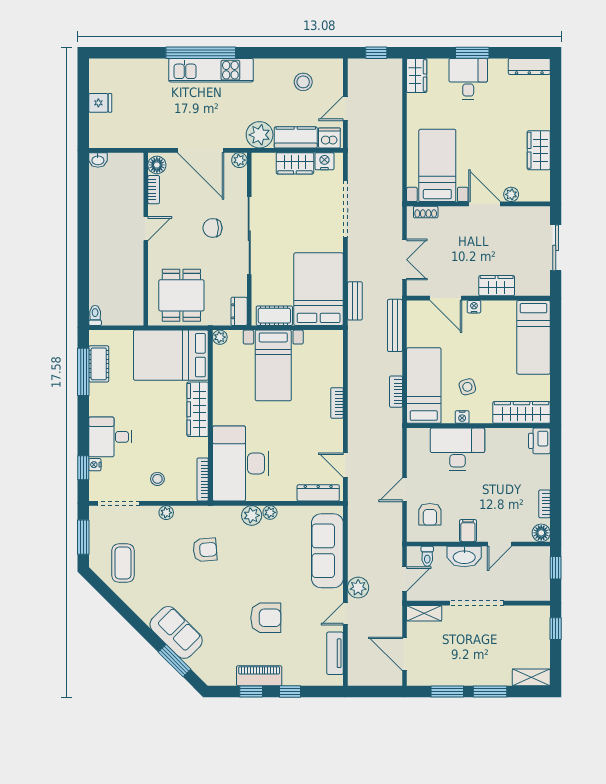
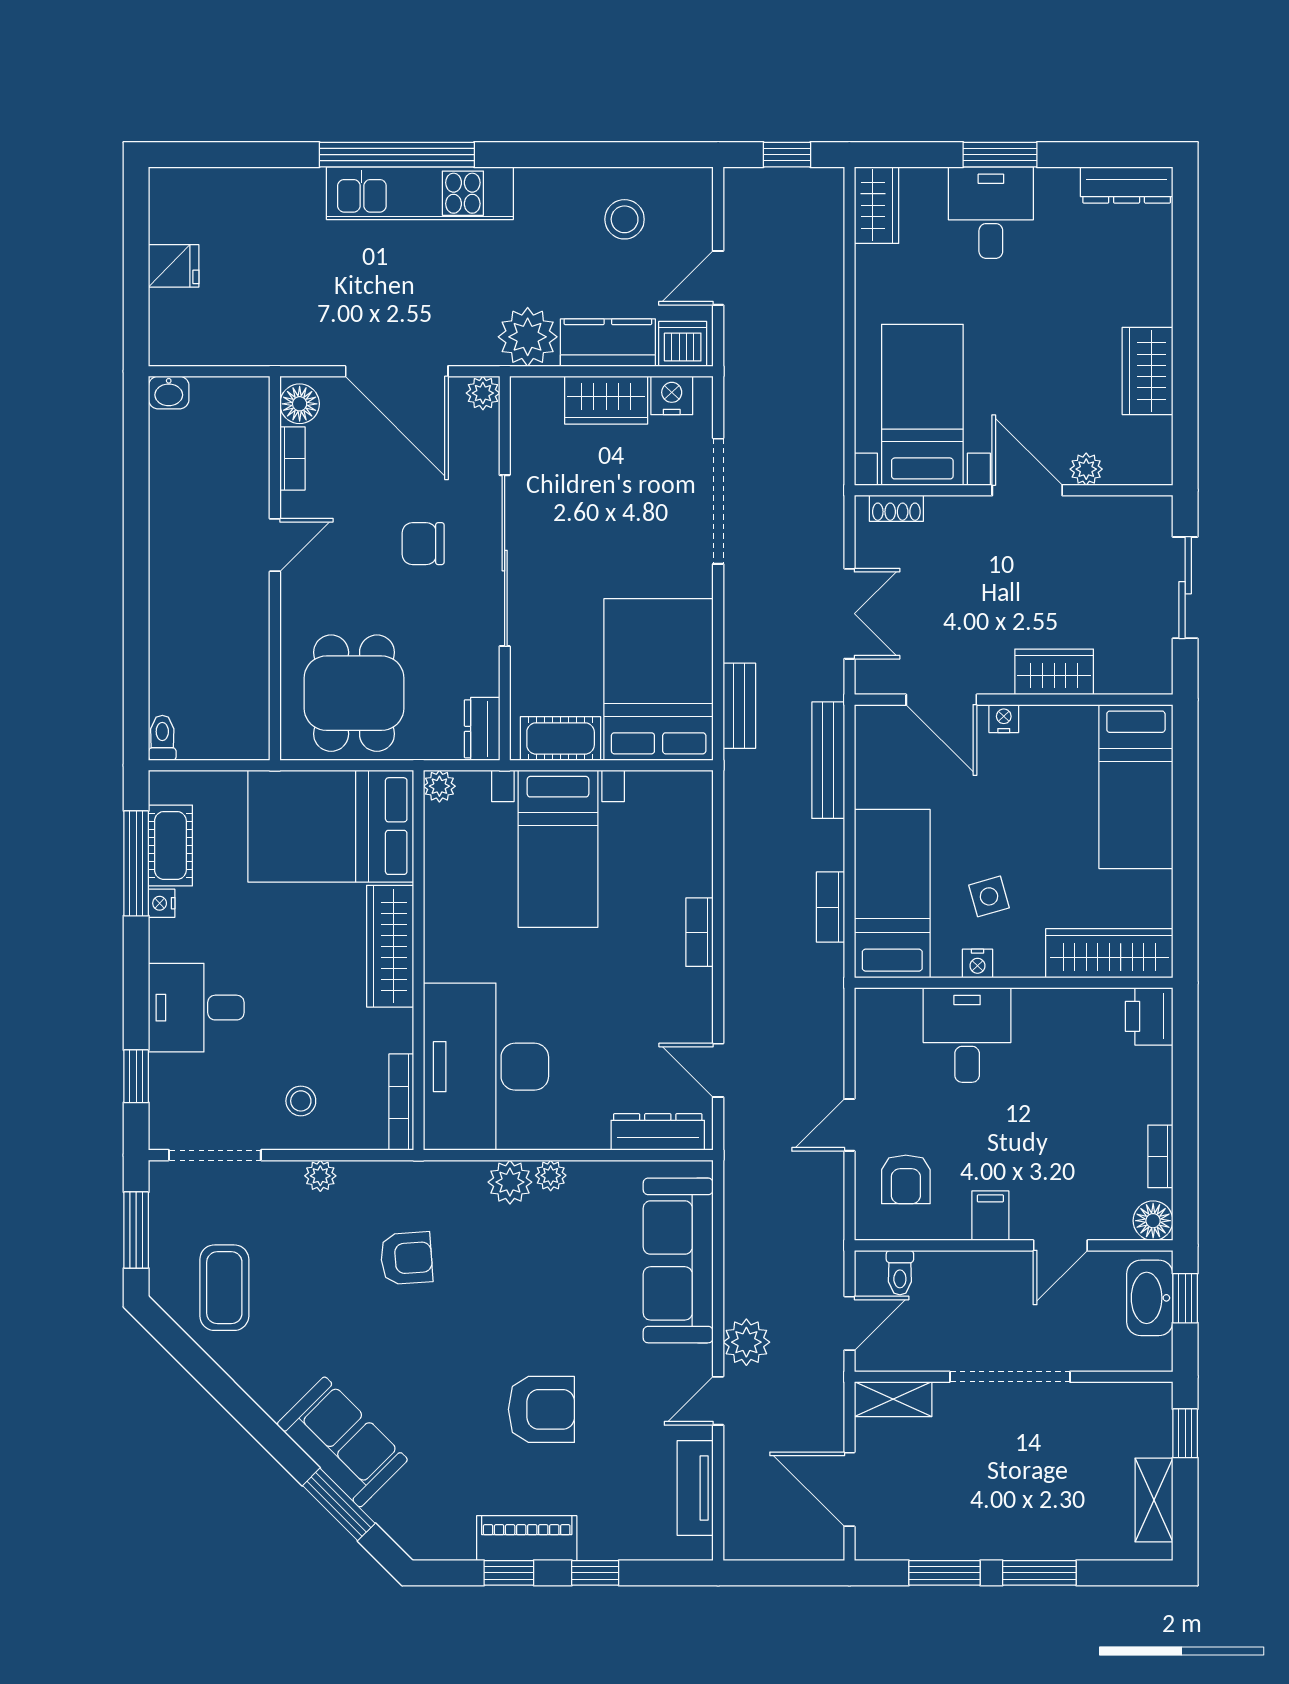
desk: (457, 449) -> (967, 1035), width x0.73
nightstand: (95, 465) -> (162, 903), moved
washbasin: (464, 557) -> (1150, 1298), moved, turned 90
shelving: (531, 677) -> (1154, 1500), moved, turned 90

